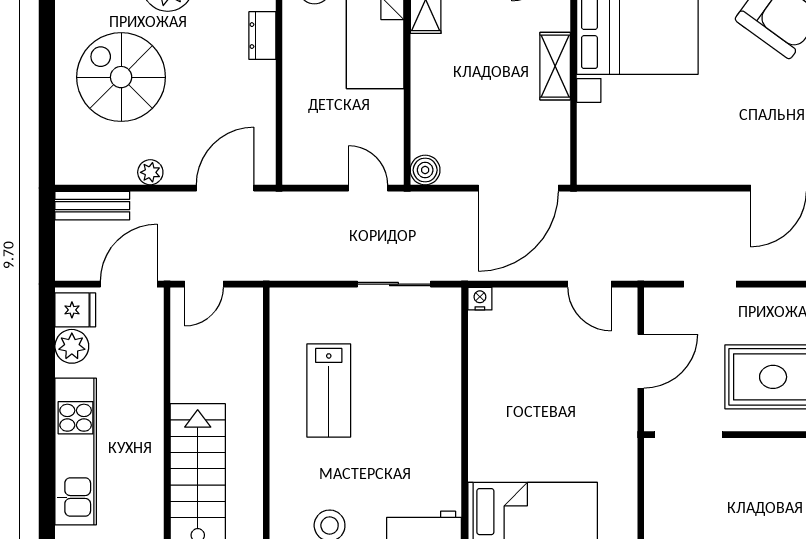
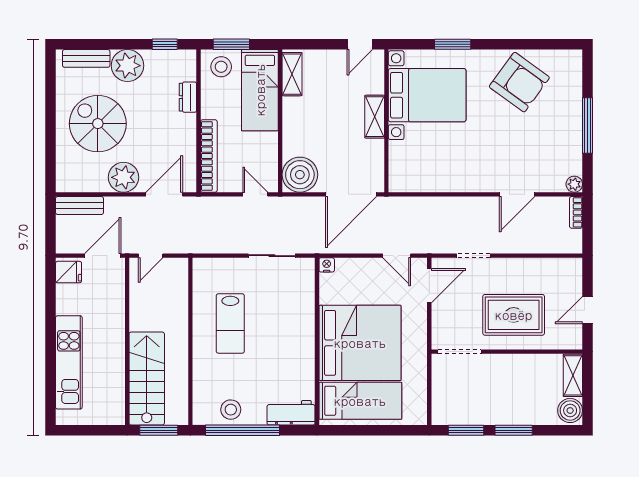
bookcase: (295, 128) -> (209, 156), added
boiler: (425, 170) -> (300, 175), width x1.86, depth x1.86
plant: (150, 172) -> (123, 177), width x1.88, depth x1.88
plant: (72, 346) -> (66, 295), removed
door: (641, 361) -> (429, 286), moved
bed: (532, 421) -> (360, 343), added

